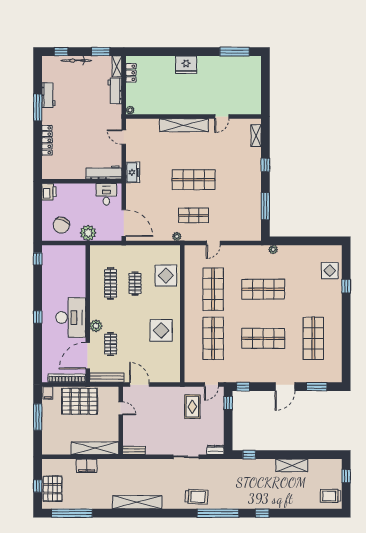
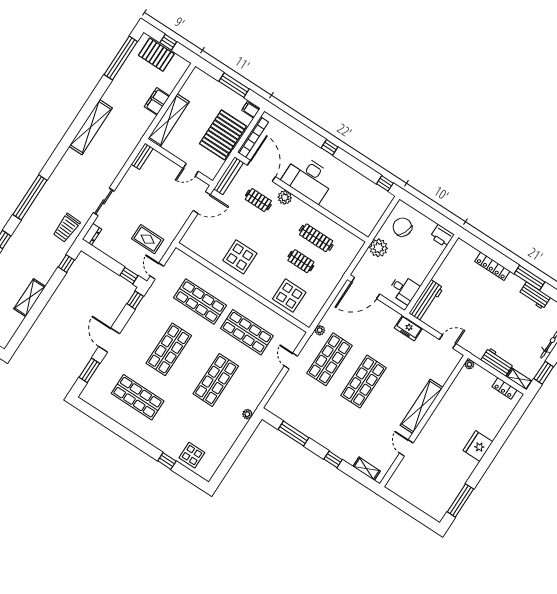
shop shelf: (194, 215) -> (329, 359), width x1.43, depth x1.36
trolley: (196, 497) -> (66, 228), moved

